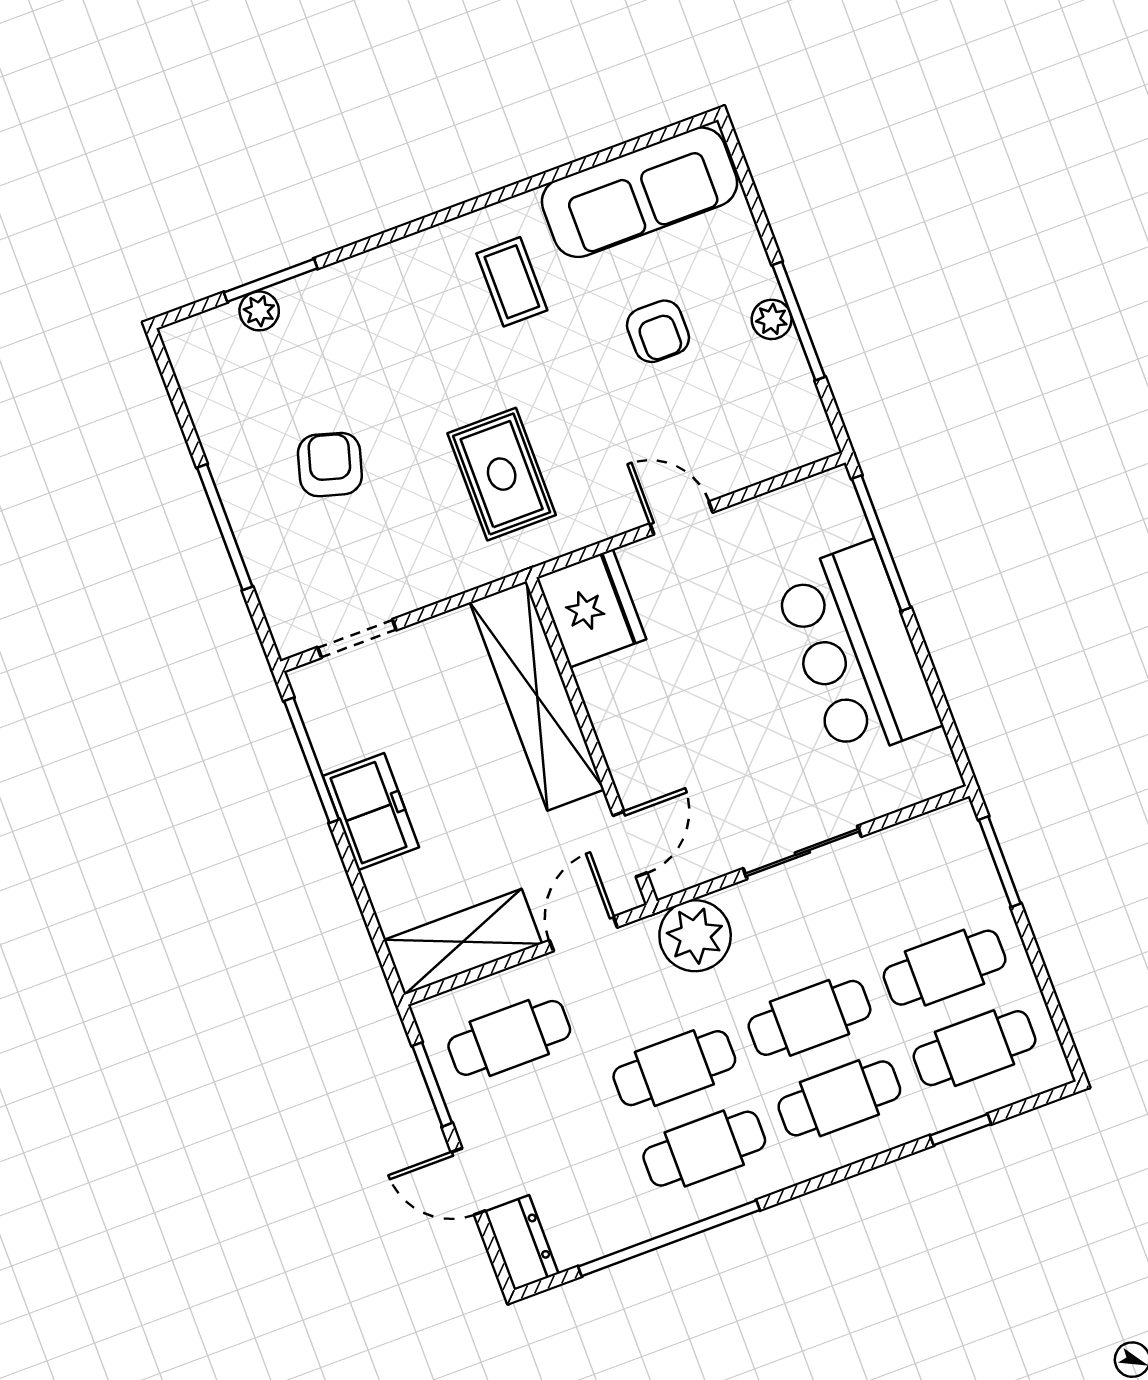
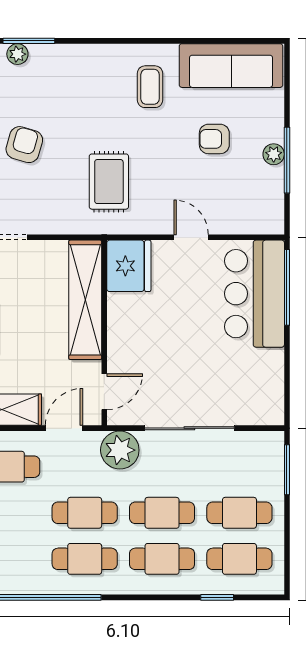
armchair: (658, 331) -> (214, 139), turned 90
bar counter: (857, 651) -> (254, 294), moved
sliding door: (802, 852) -> (189, 428), width x1.37

